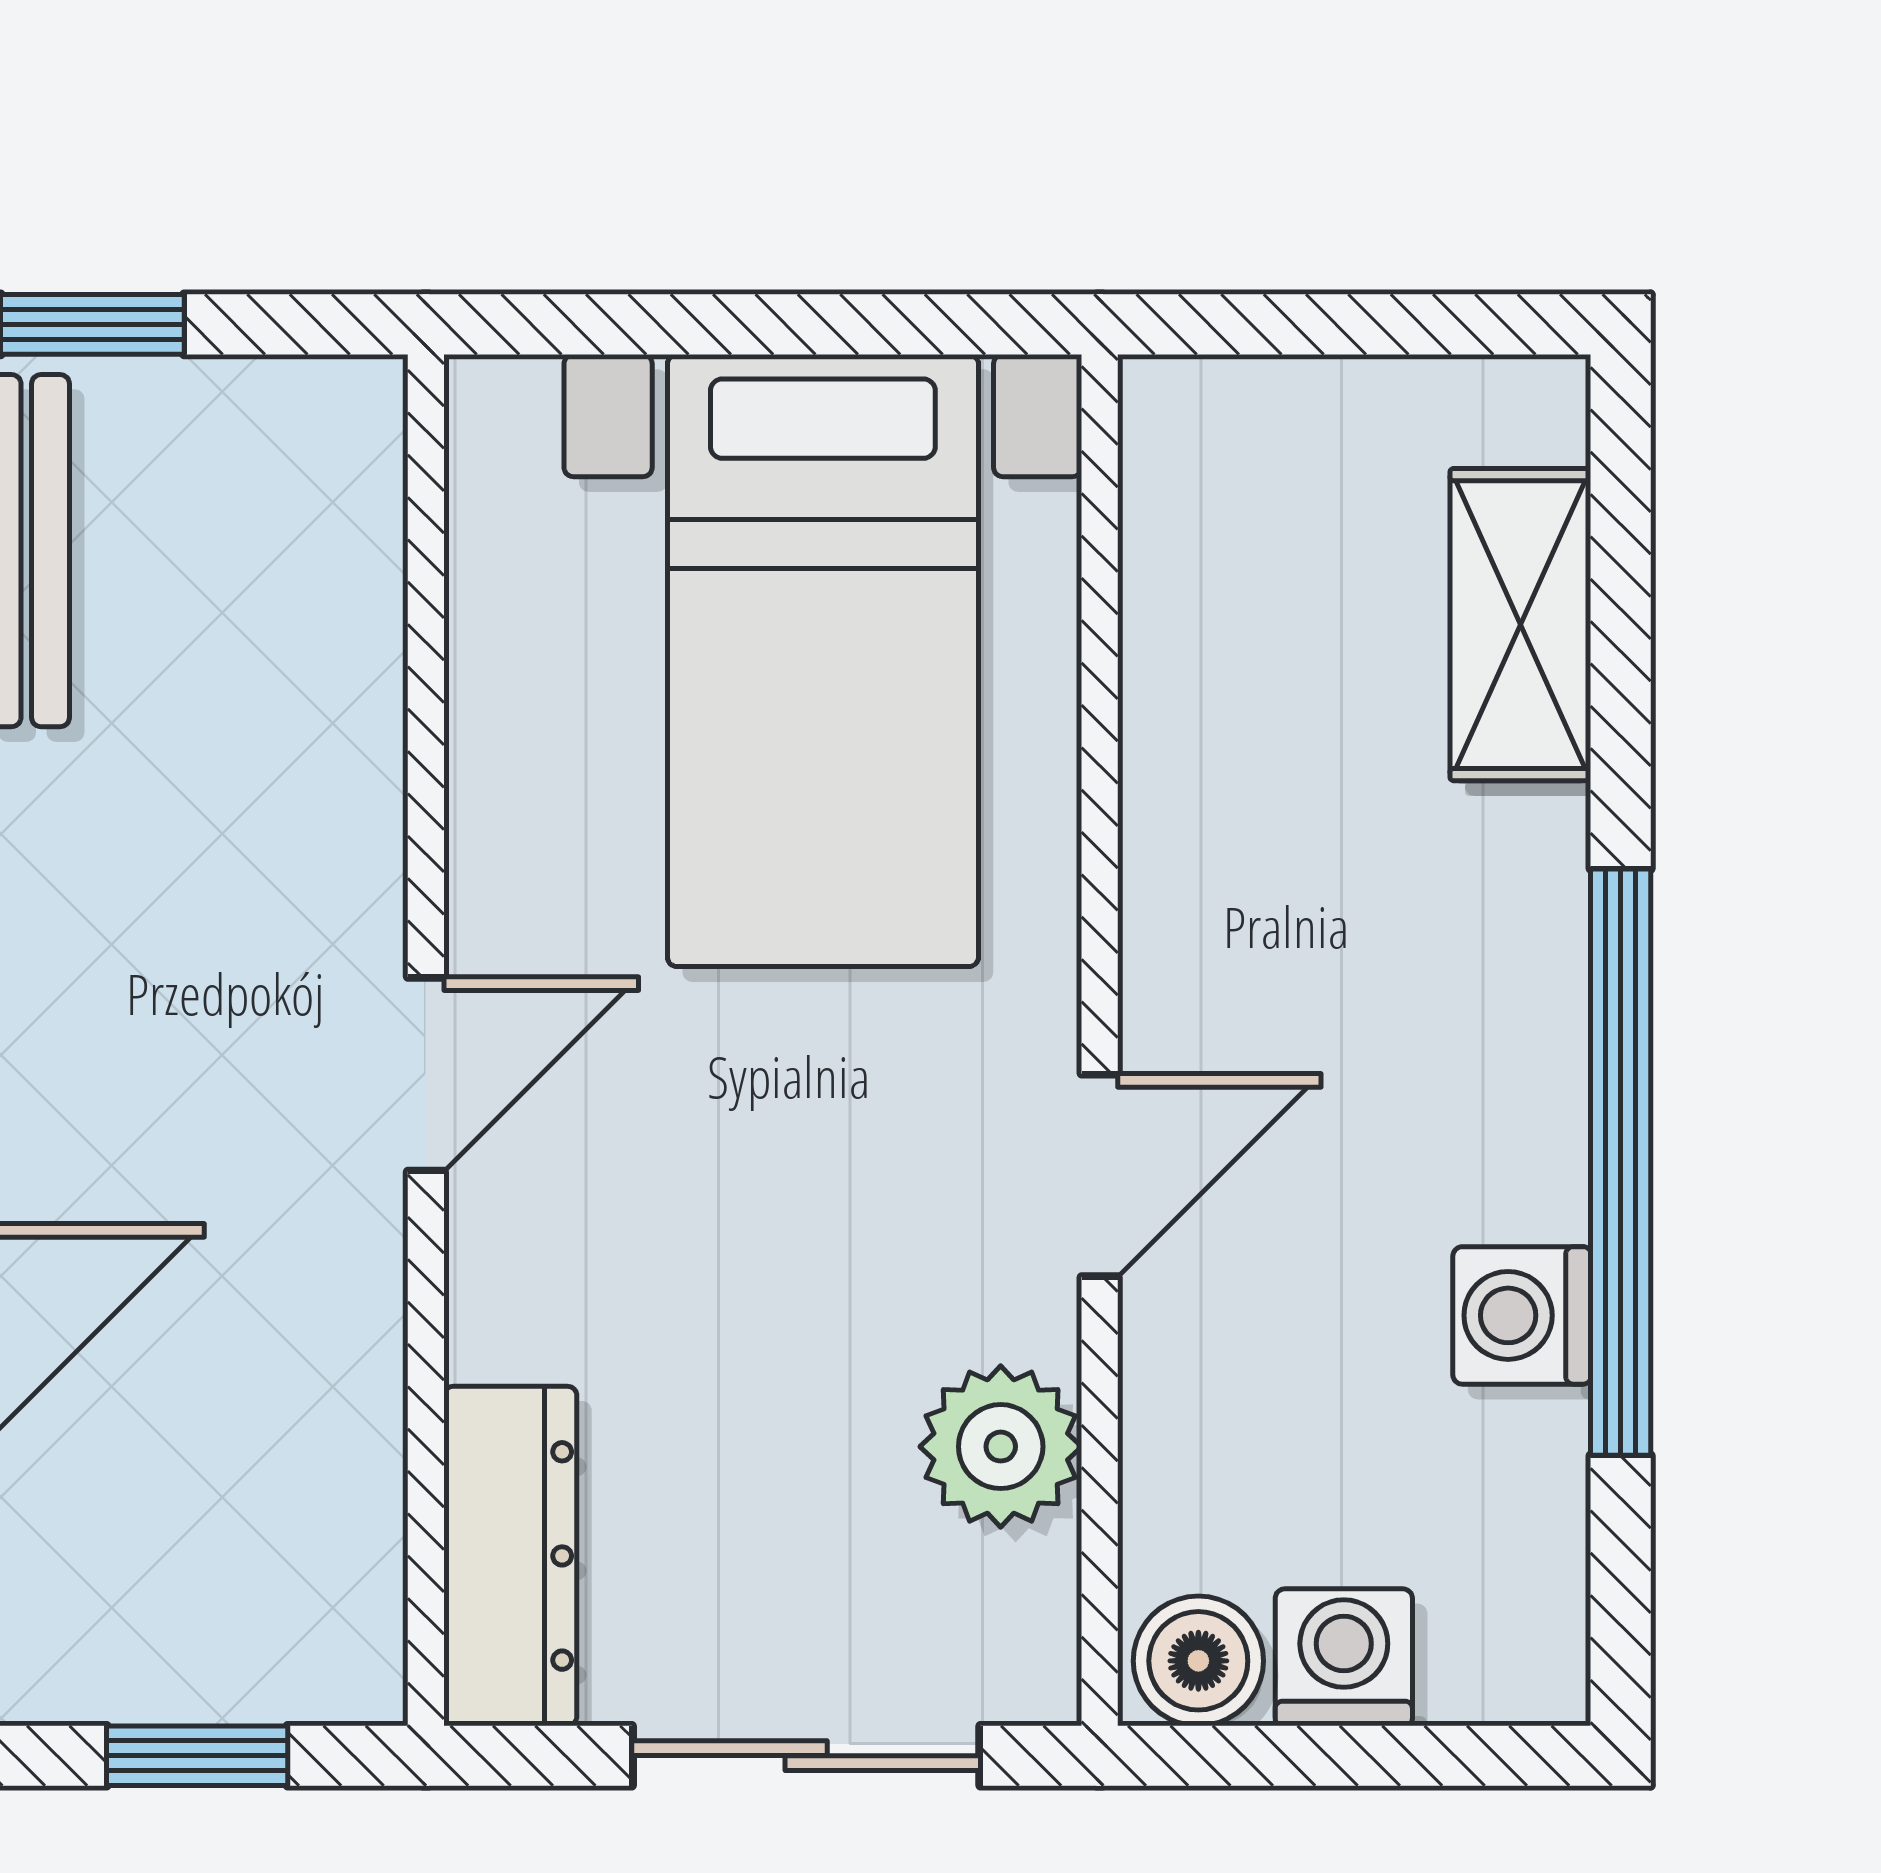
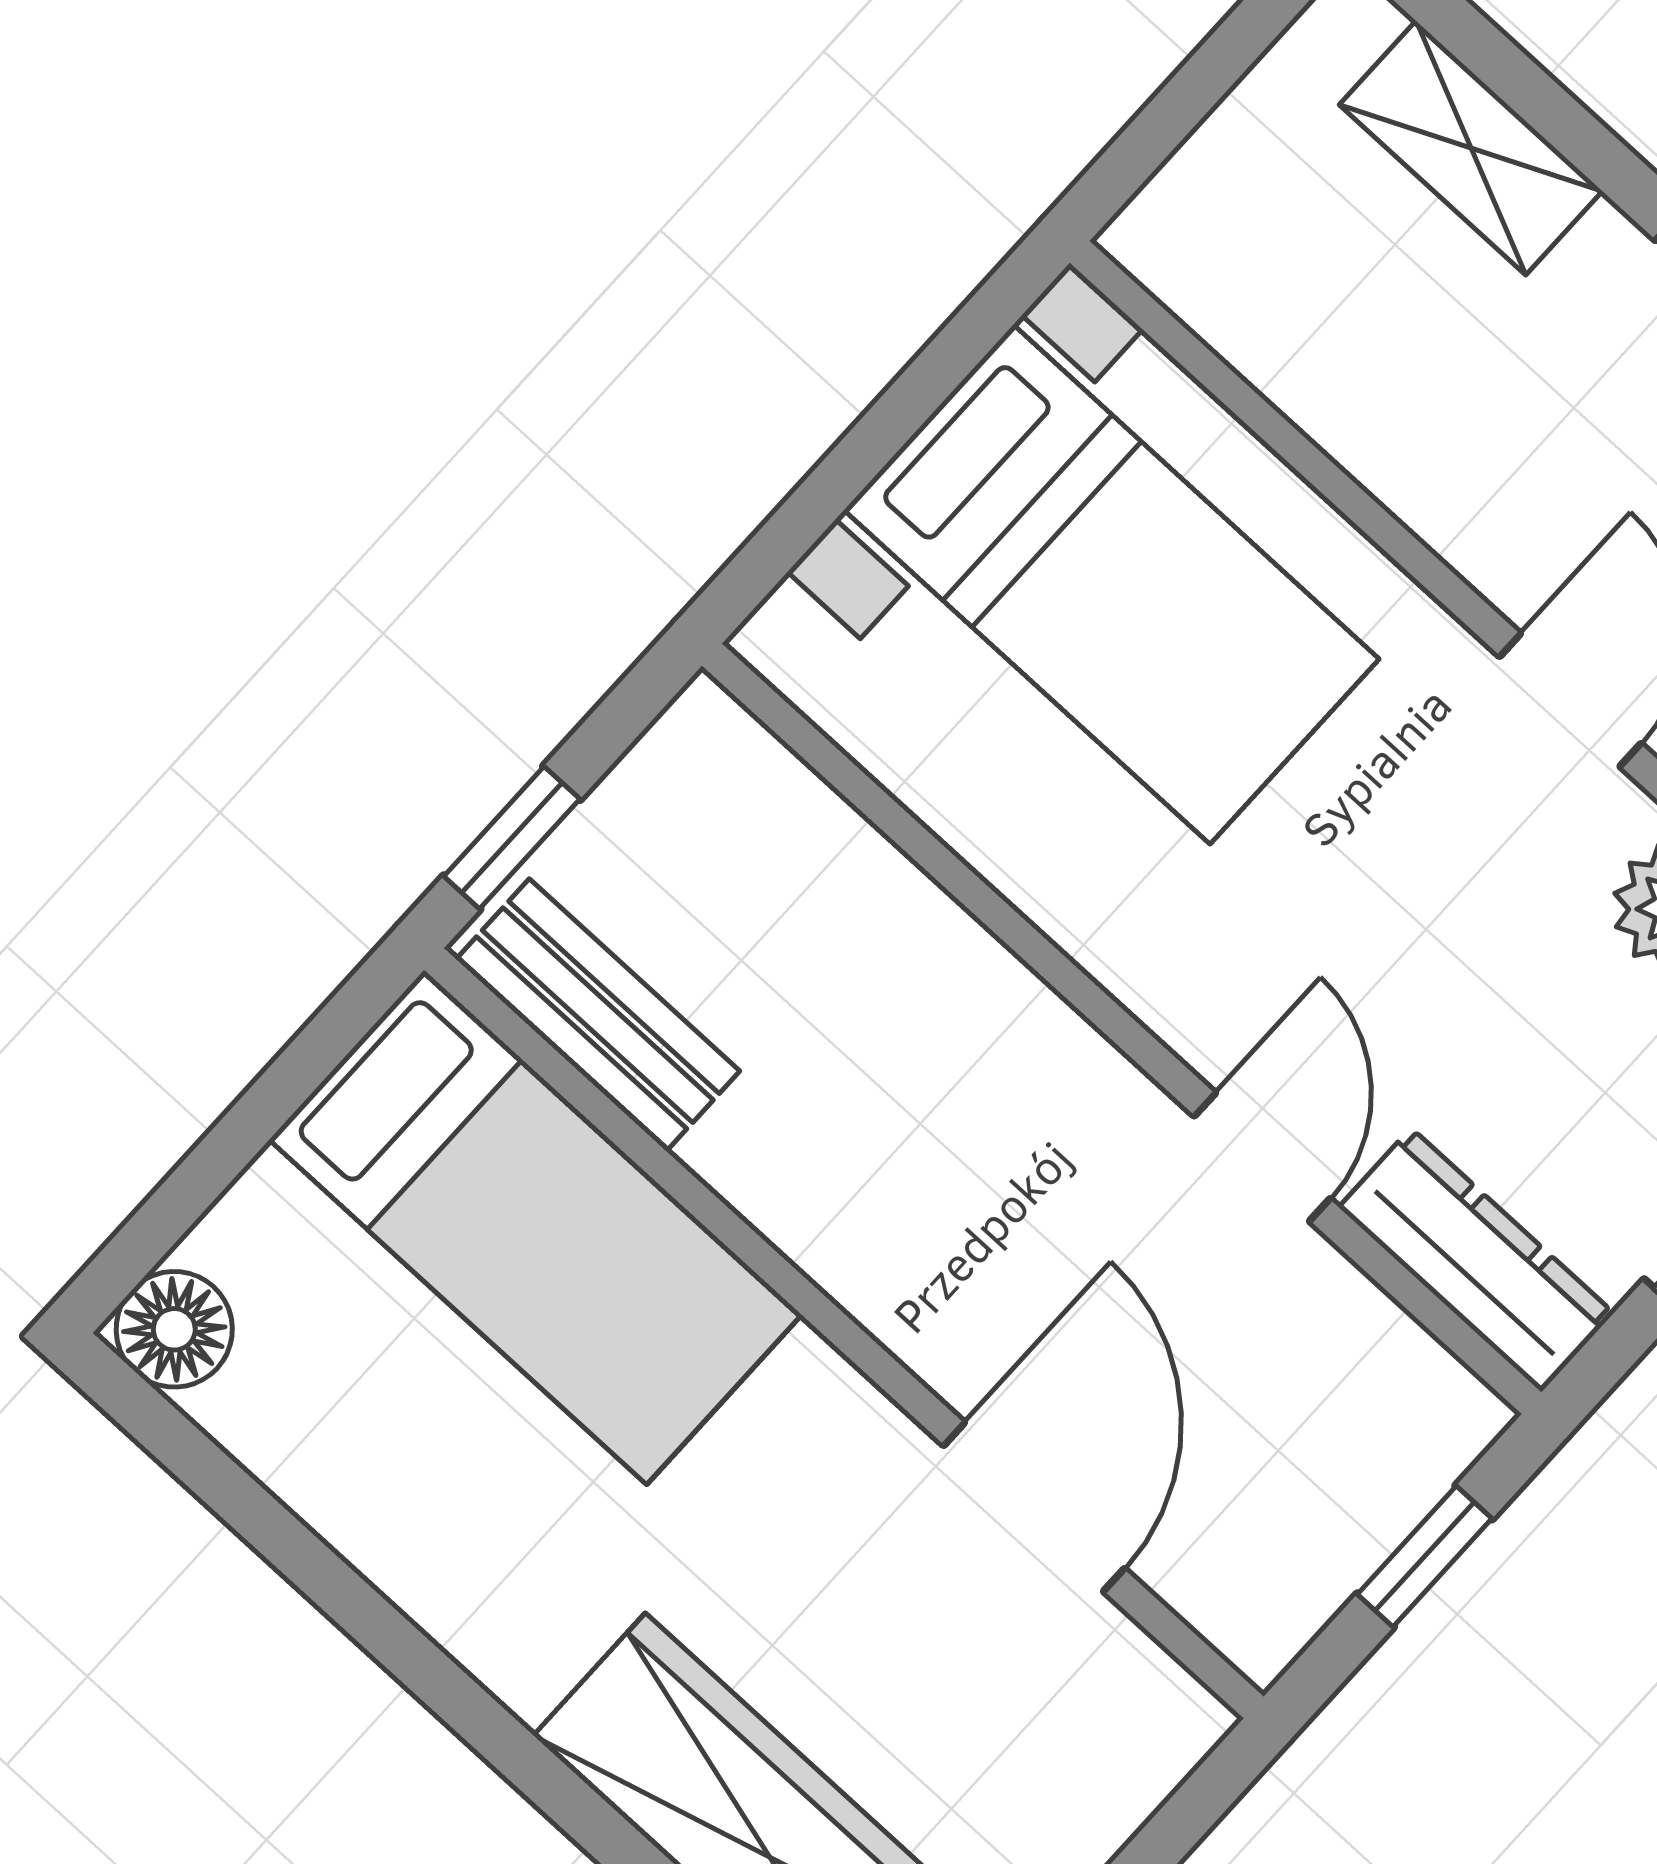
door: (426, 1074) -> (1262, 1157), moved

